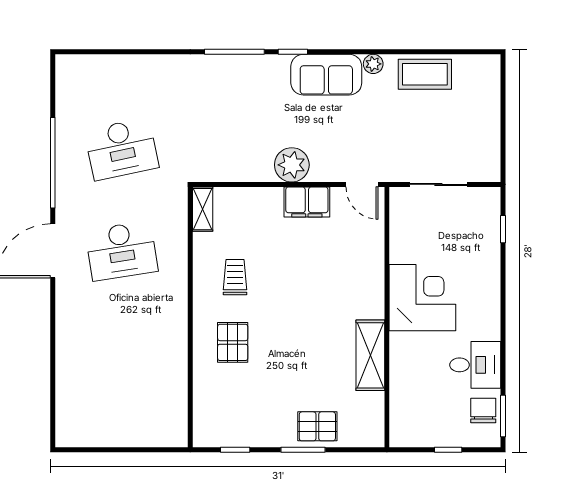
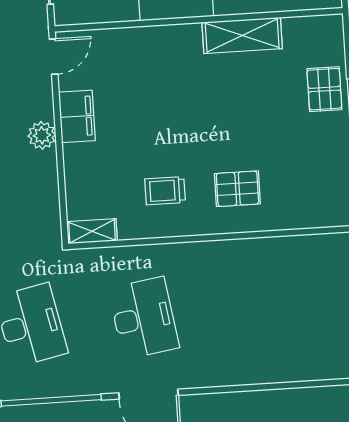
plant: (292, 165) -> (42, 135), width x0.73, depth x0.73

